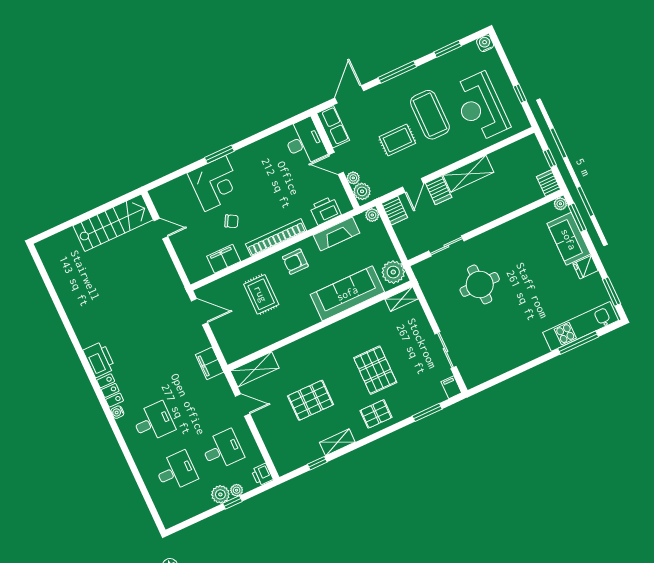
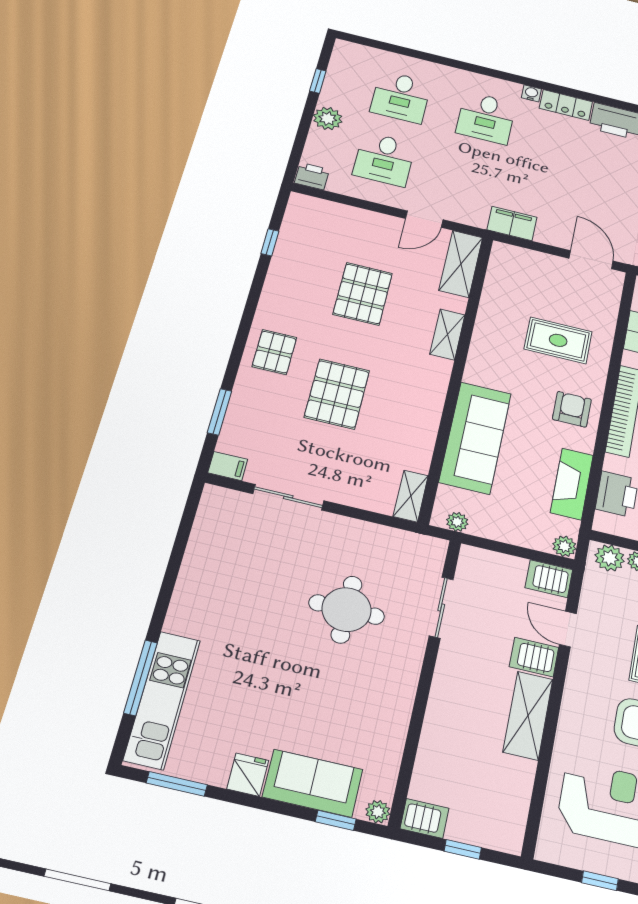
window: (577, 218) -> (336, 820), width x0.67
plant: (393, 272) -> (457, 522), width x0.53, depth x0.53
door: (199, 312) -> (591, 260), swing flipped
pallet: (375, 370) -> (337, 394), turned 90
shelving: (337, 442) -> (447, 334), moved
plant: (237, 490) -> (317, 138), removed
window: (232, 502) -> (318, 81), moved

